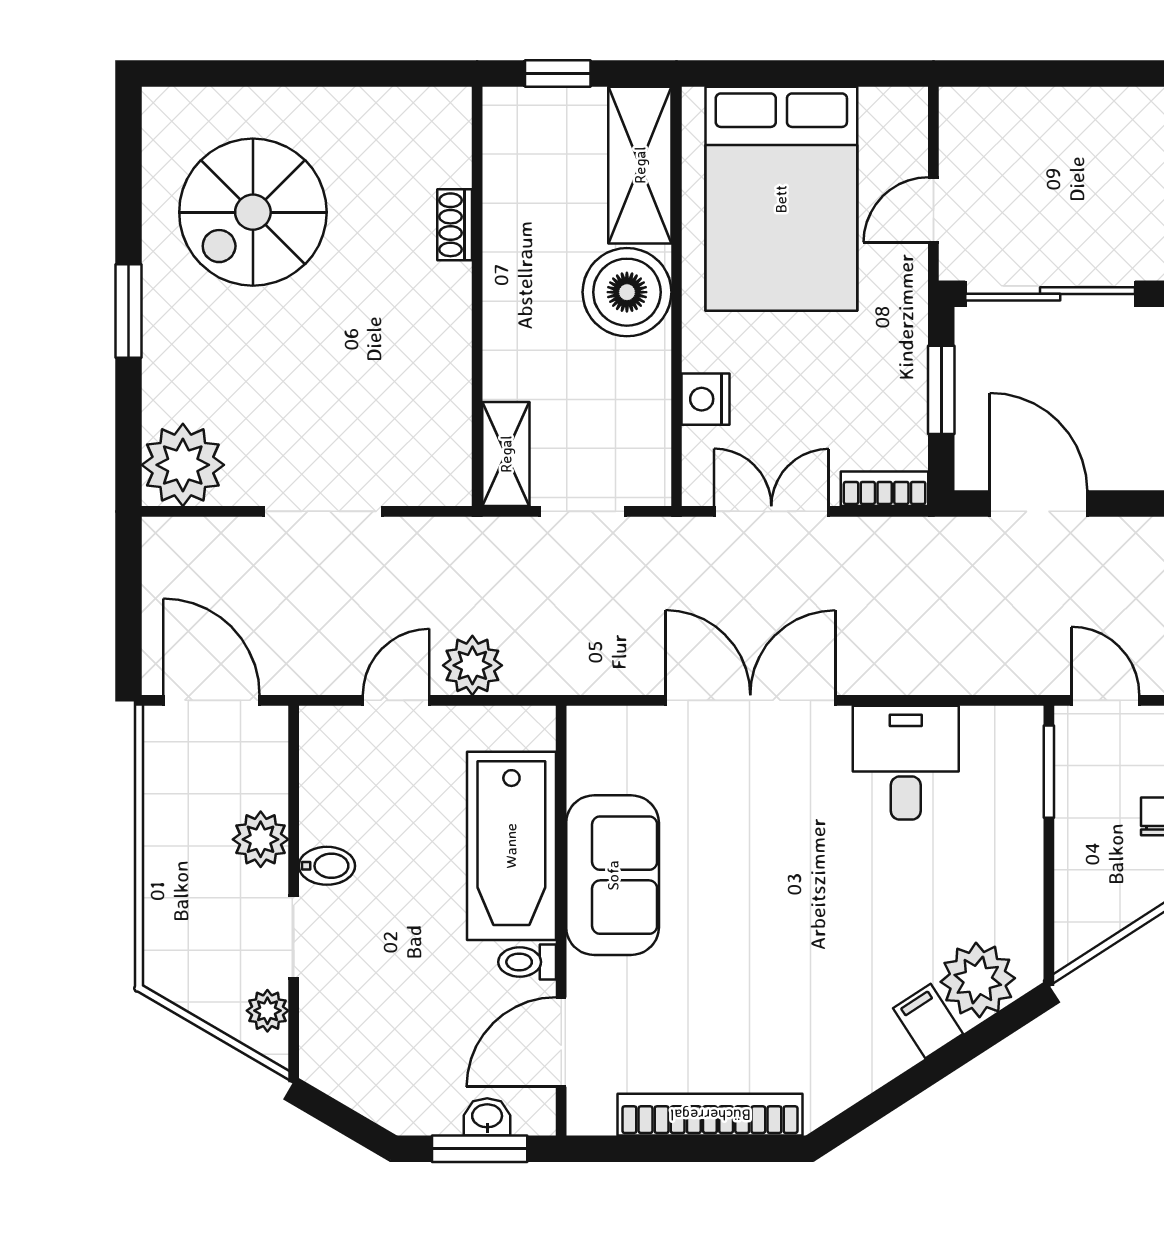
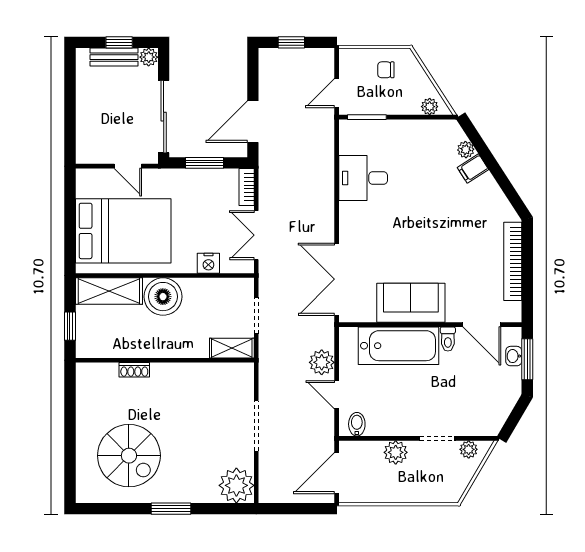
double door: (750, 700) -> (337, 279), moved
bidet: (327, 866) -> (357, 424), moved
plant: (1074, 919) -> (430, 107), added
plant: (978, 980) -> (466, 150), width x0.53, depth x0.53

